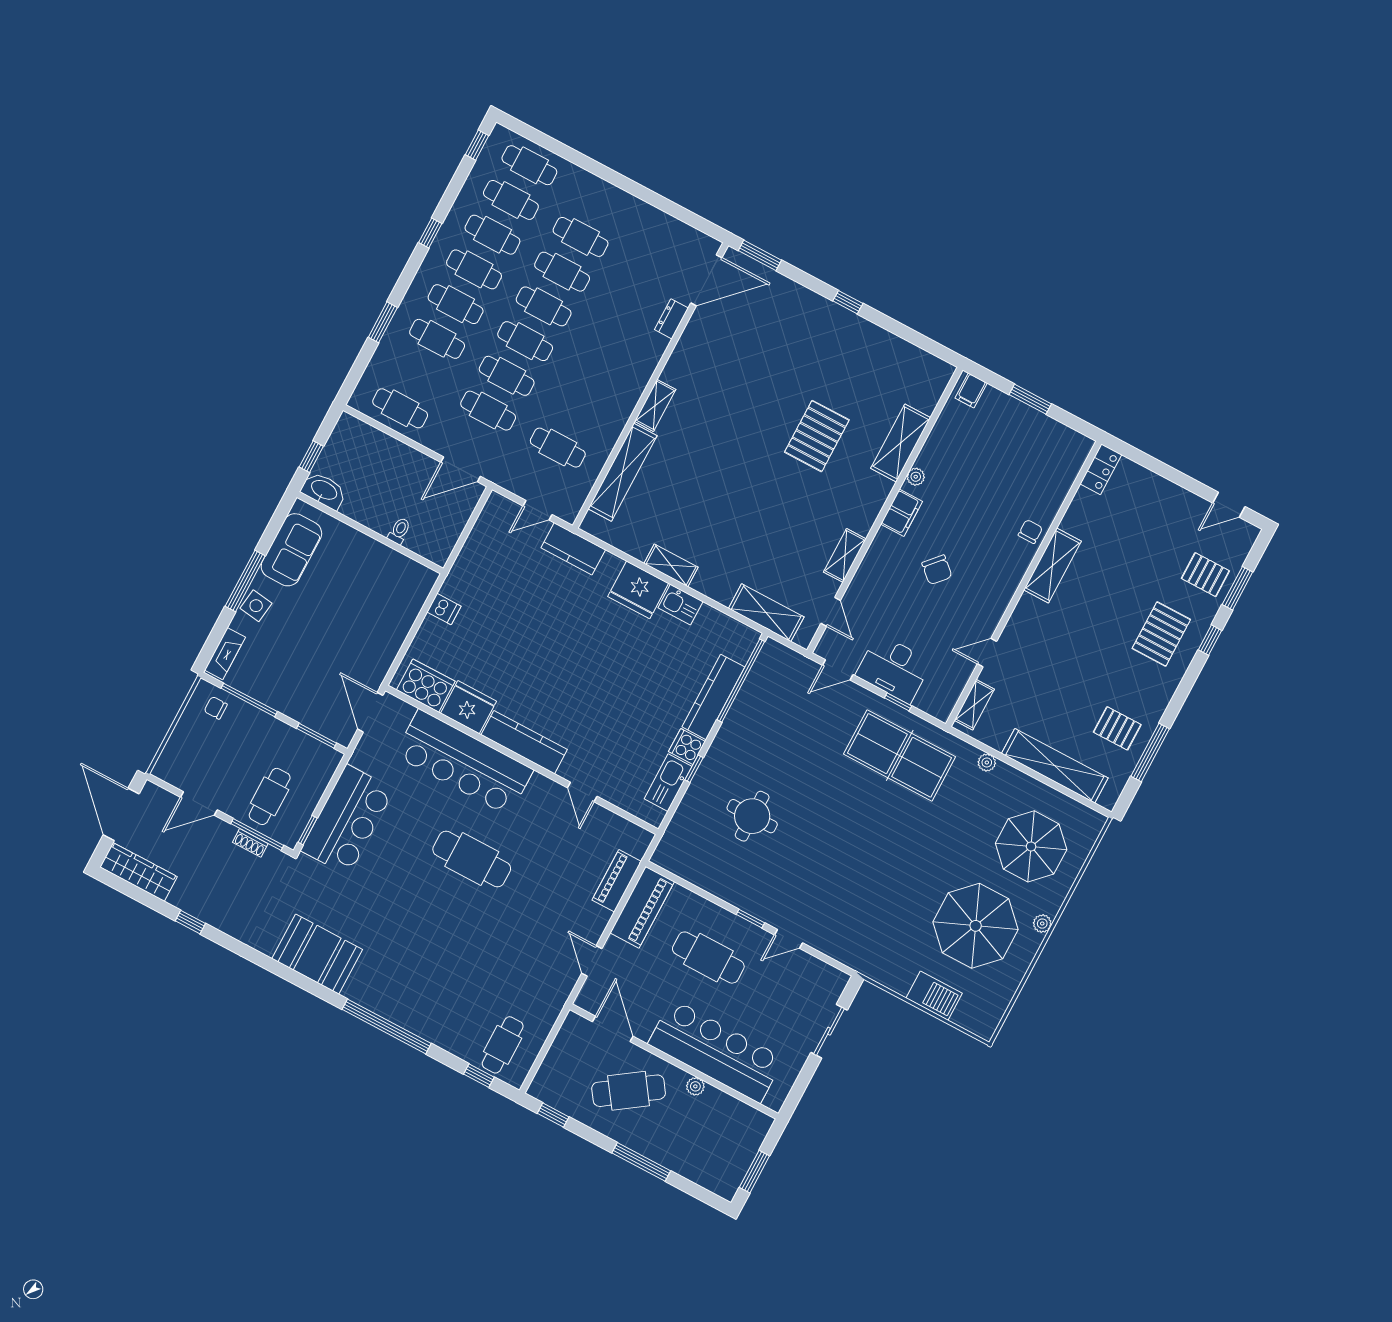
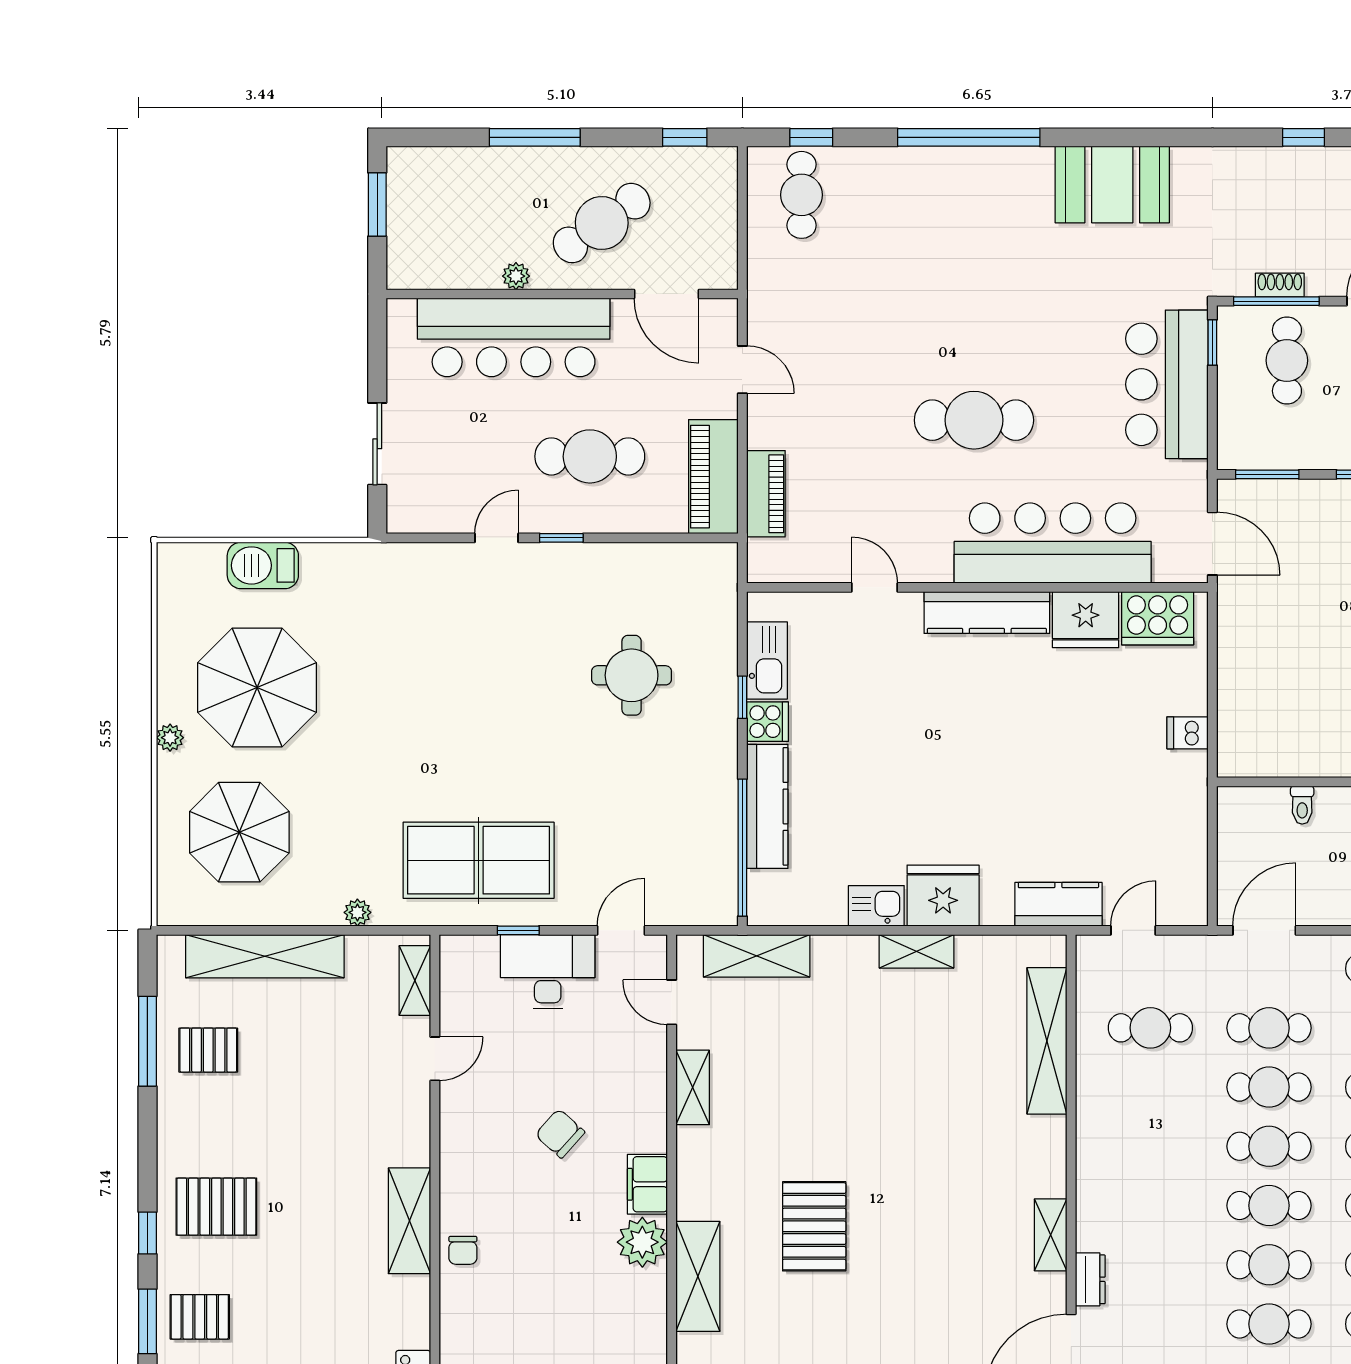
shelving: (655, 405) -> (1051, 1235), moved
plant: (916, 477) -> (642, 1242), width x1.87, depth x1.87
pallet: (1161, 634) -> (216, 1207), turned 90

